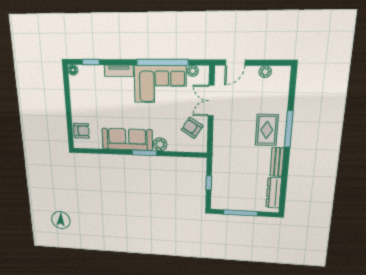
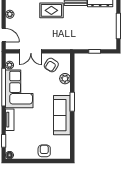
armchair: (81, 131) -> (44, 151), moved
plant: (160, 144) -> (65, 79), moved

